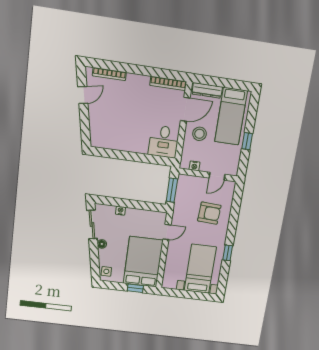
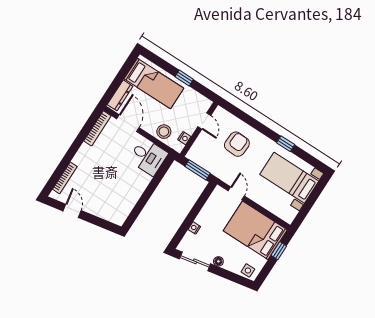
stool: (199, 134) -> (164, 132), moved

